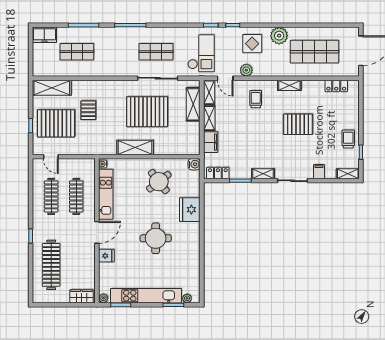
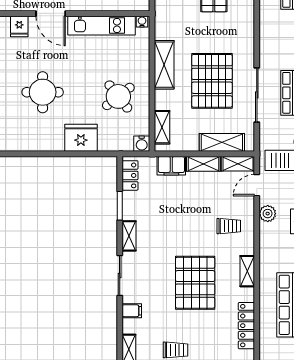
locker: (336, 86) -> (246, 326), width x1.53
pallet: (298, 124) -> (195, 283), width x1.37, depth x1.41
shelving: (182, 149) -> (162, 127), added

